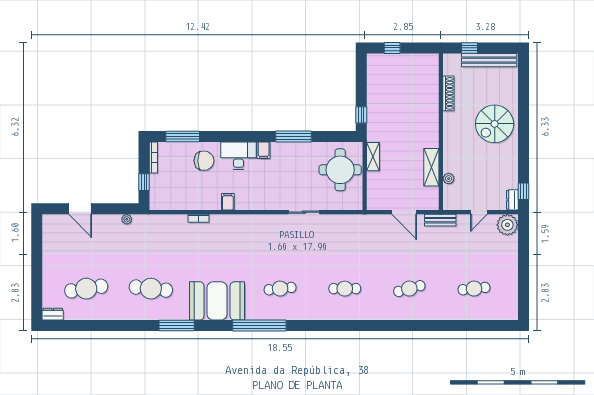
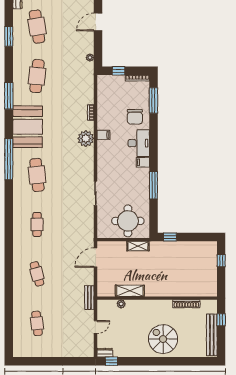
door: (404, 212) -> (95, 257), moved
door: (479, 212) -> (95, 327), swing flipped
plant: (507, 225) -> (86, 138), moved
cafe table: (280, 289) -> (37, 175), width x1.37, depth x1.35
window: (99, 325) -> (9, 36), added

